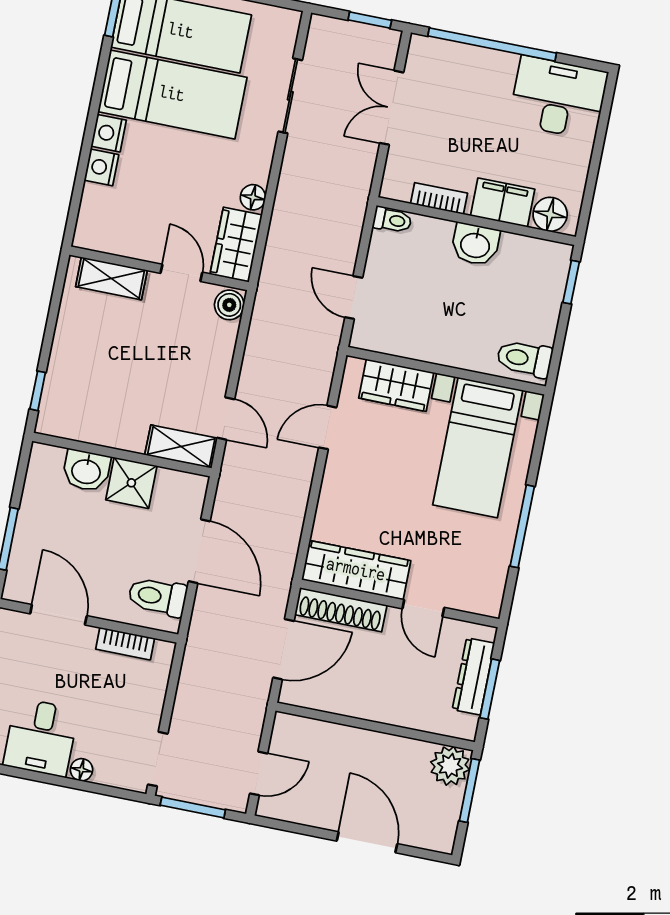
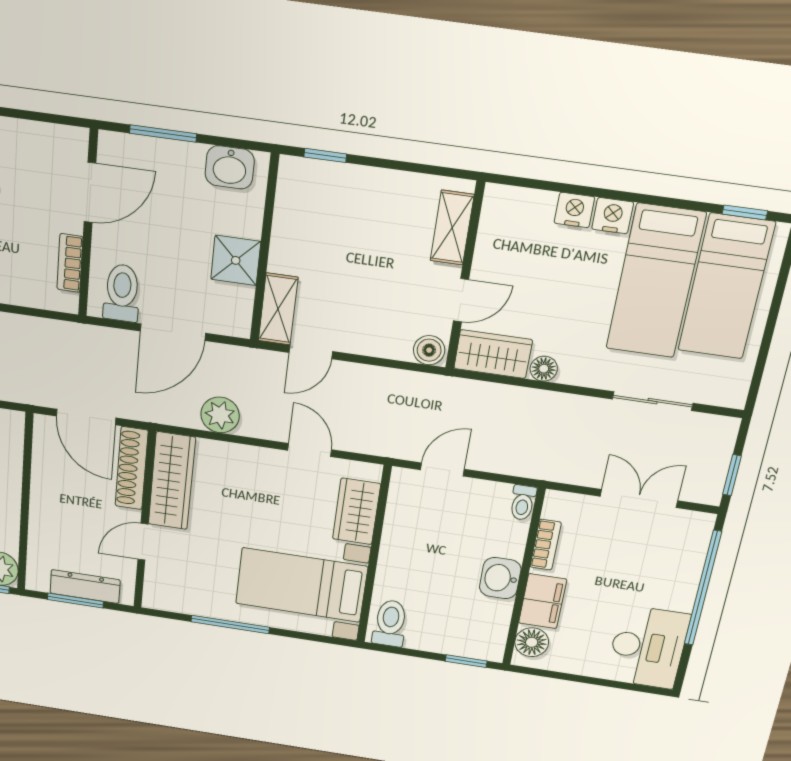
washbasin: (86, 471) -> (230, 167), moved, turned -90
plant: (287, 513) -> (220, 415), added

